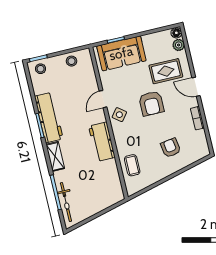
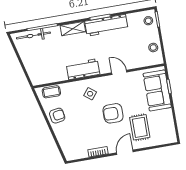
floor lamp: (176, 33) -> (172, 138), removed
plant: (179, 45) -> (161, 140), removed
side table: (119, 115) -> (90, 94), moved
armchair: (171, 148) -> (57, 116), moved
coffee table: (132, 165) -> (51, 92), moved

